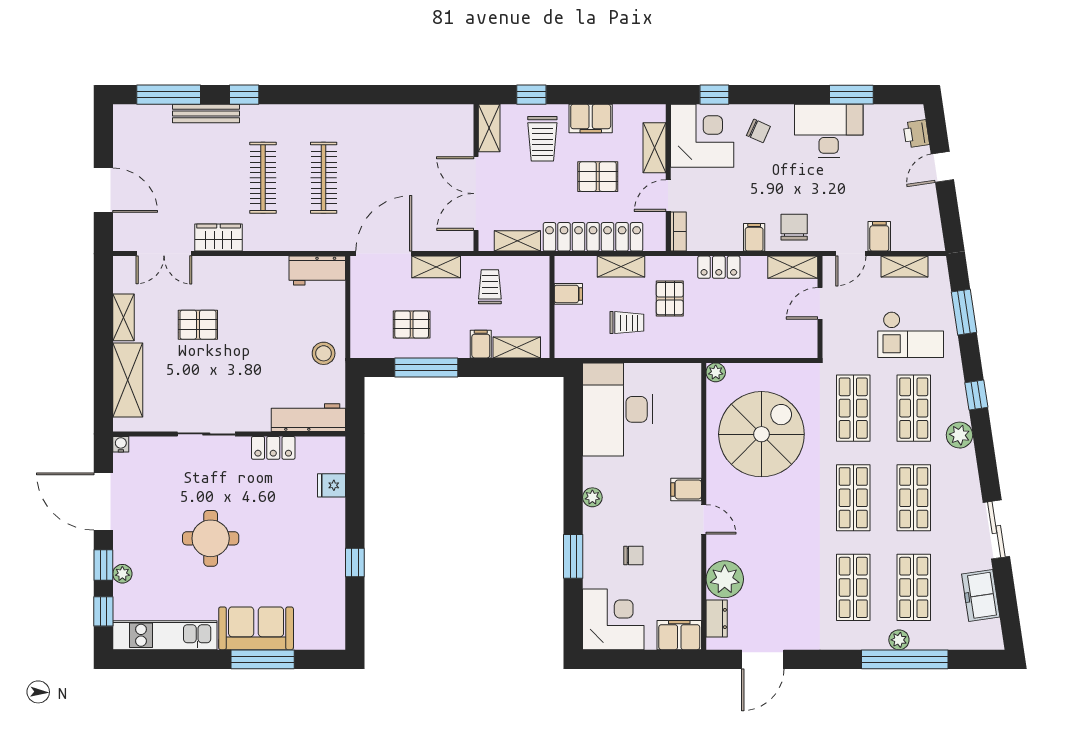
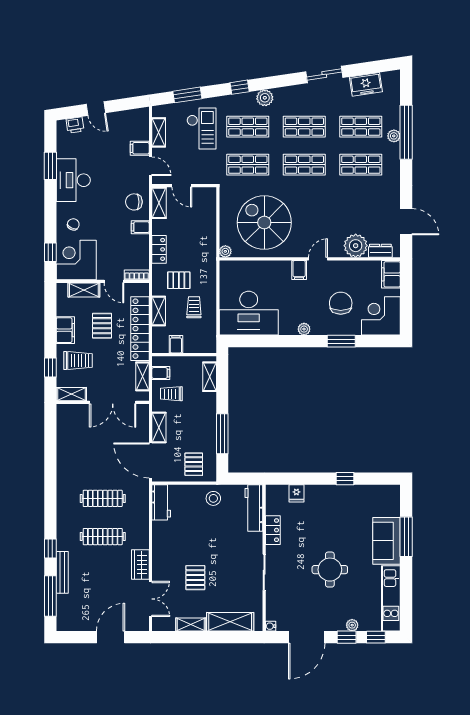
pallet: (412, 324) -> (194, 464), moved
filing cabinet: (481, 344) -> (161, 373), moved, turned 180
chair: (633, 555) -> (341, 303), width x1.87, depth x1.87

